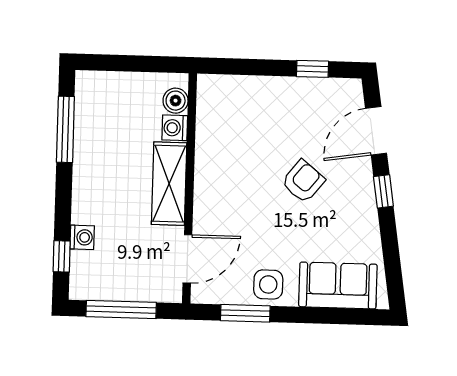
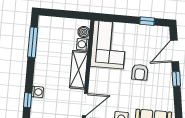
corner sofa: (232, 125) -> (109, 45), added
armchair: (303, 181) -> (140, 72), turned 141

